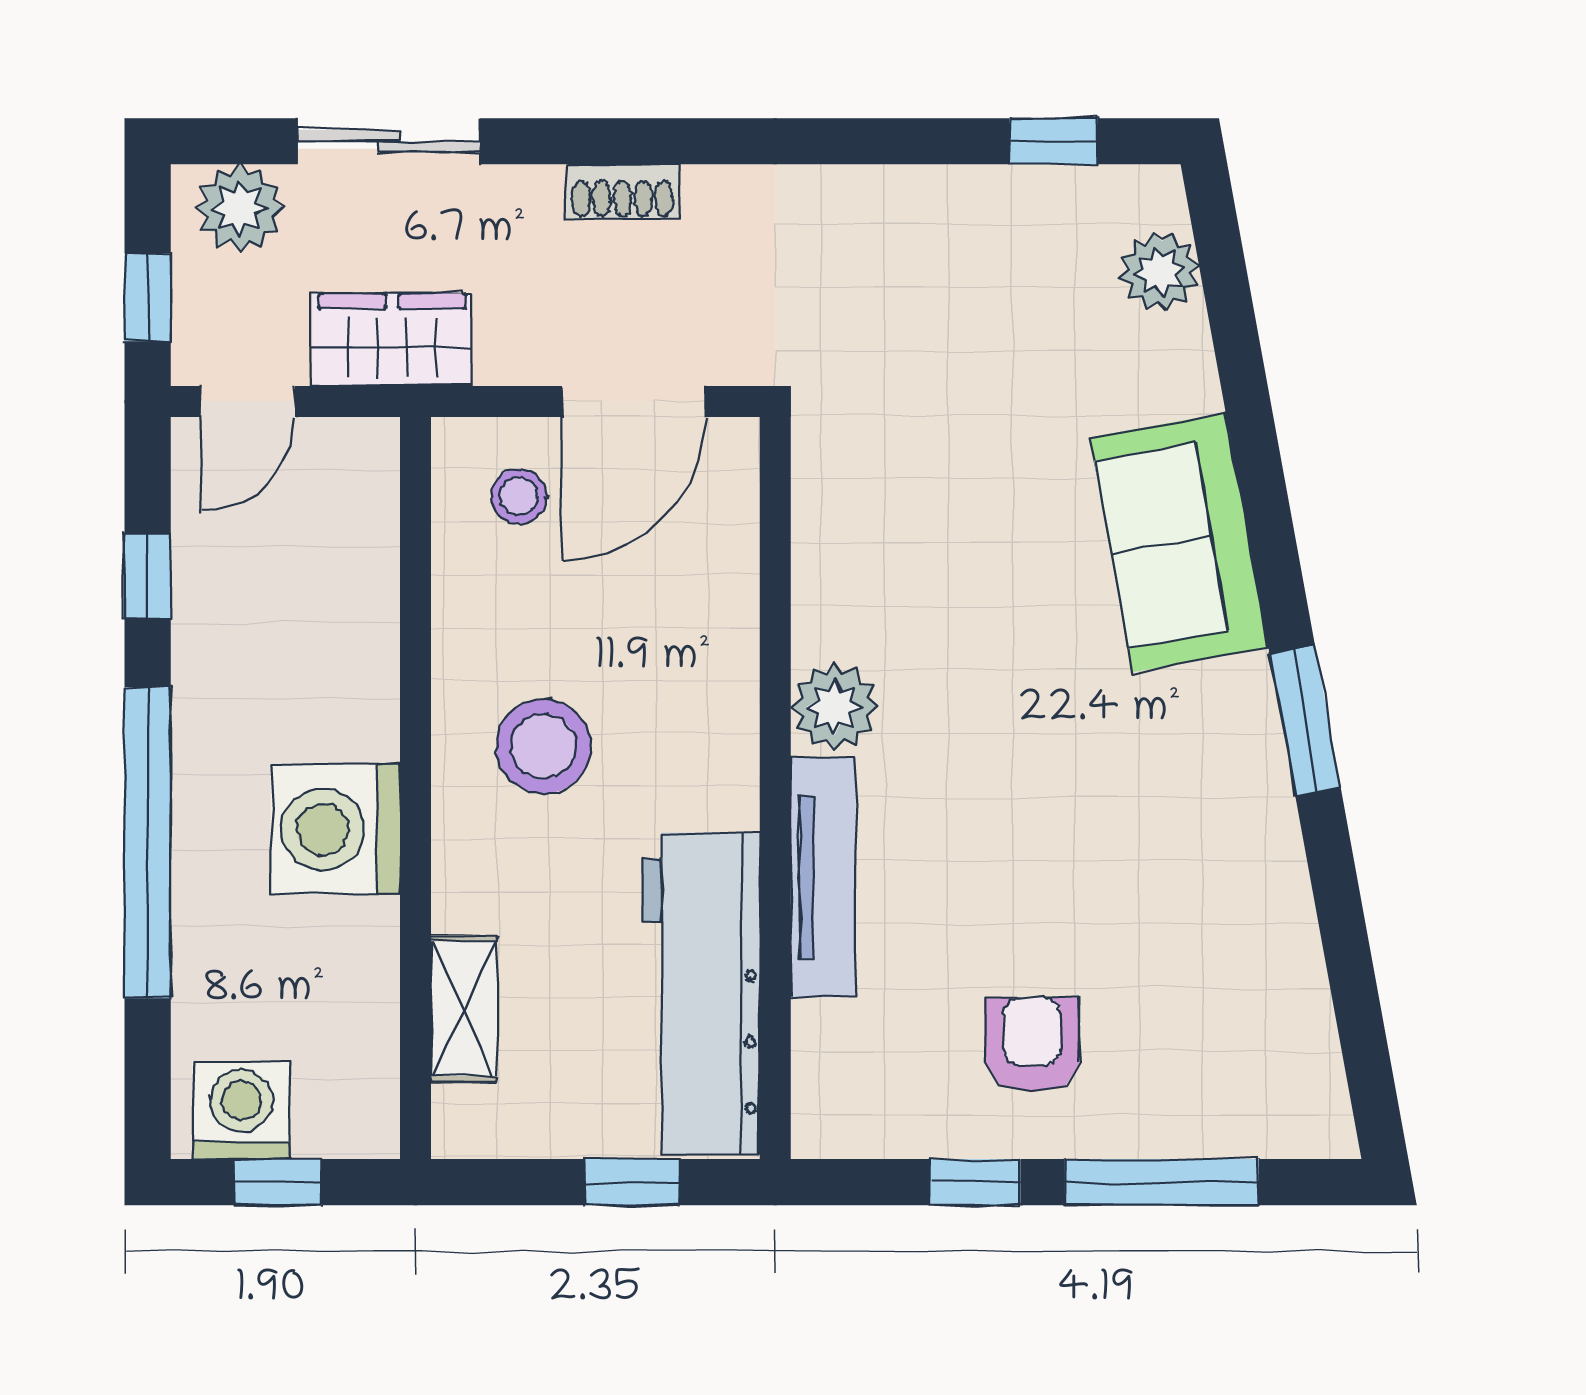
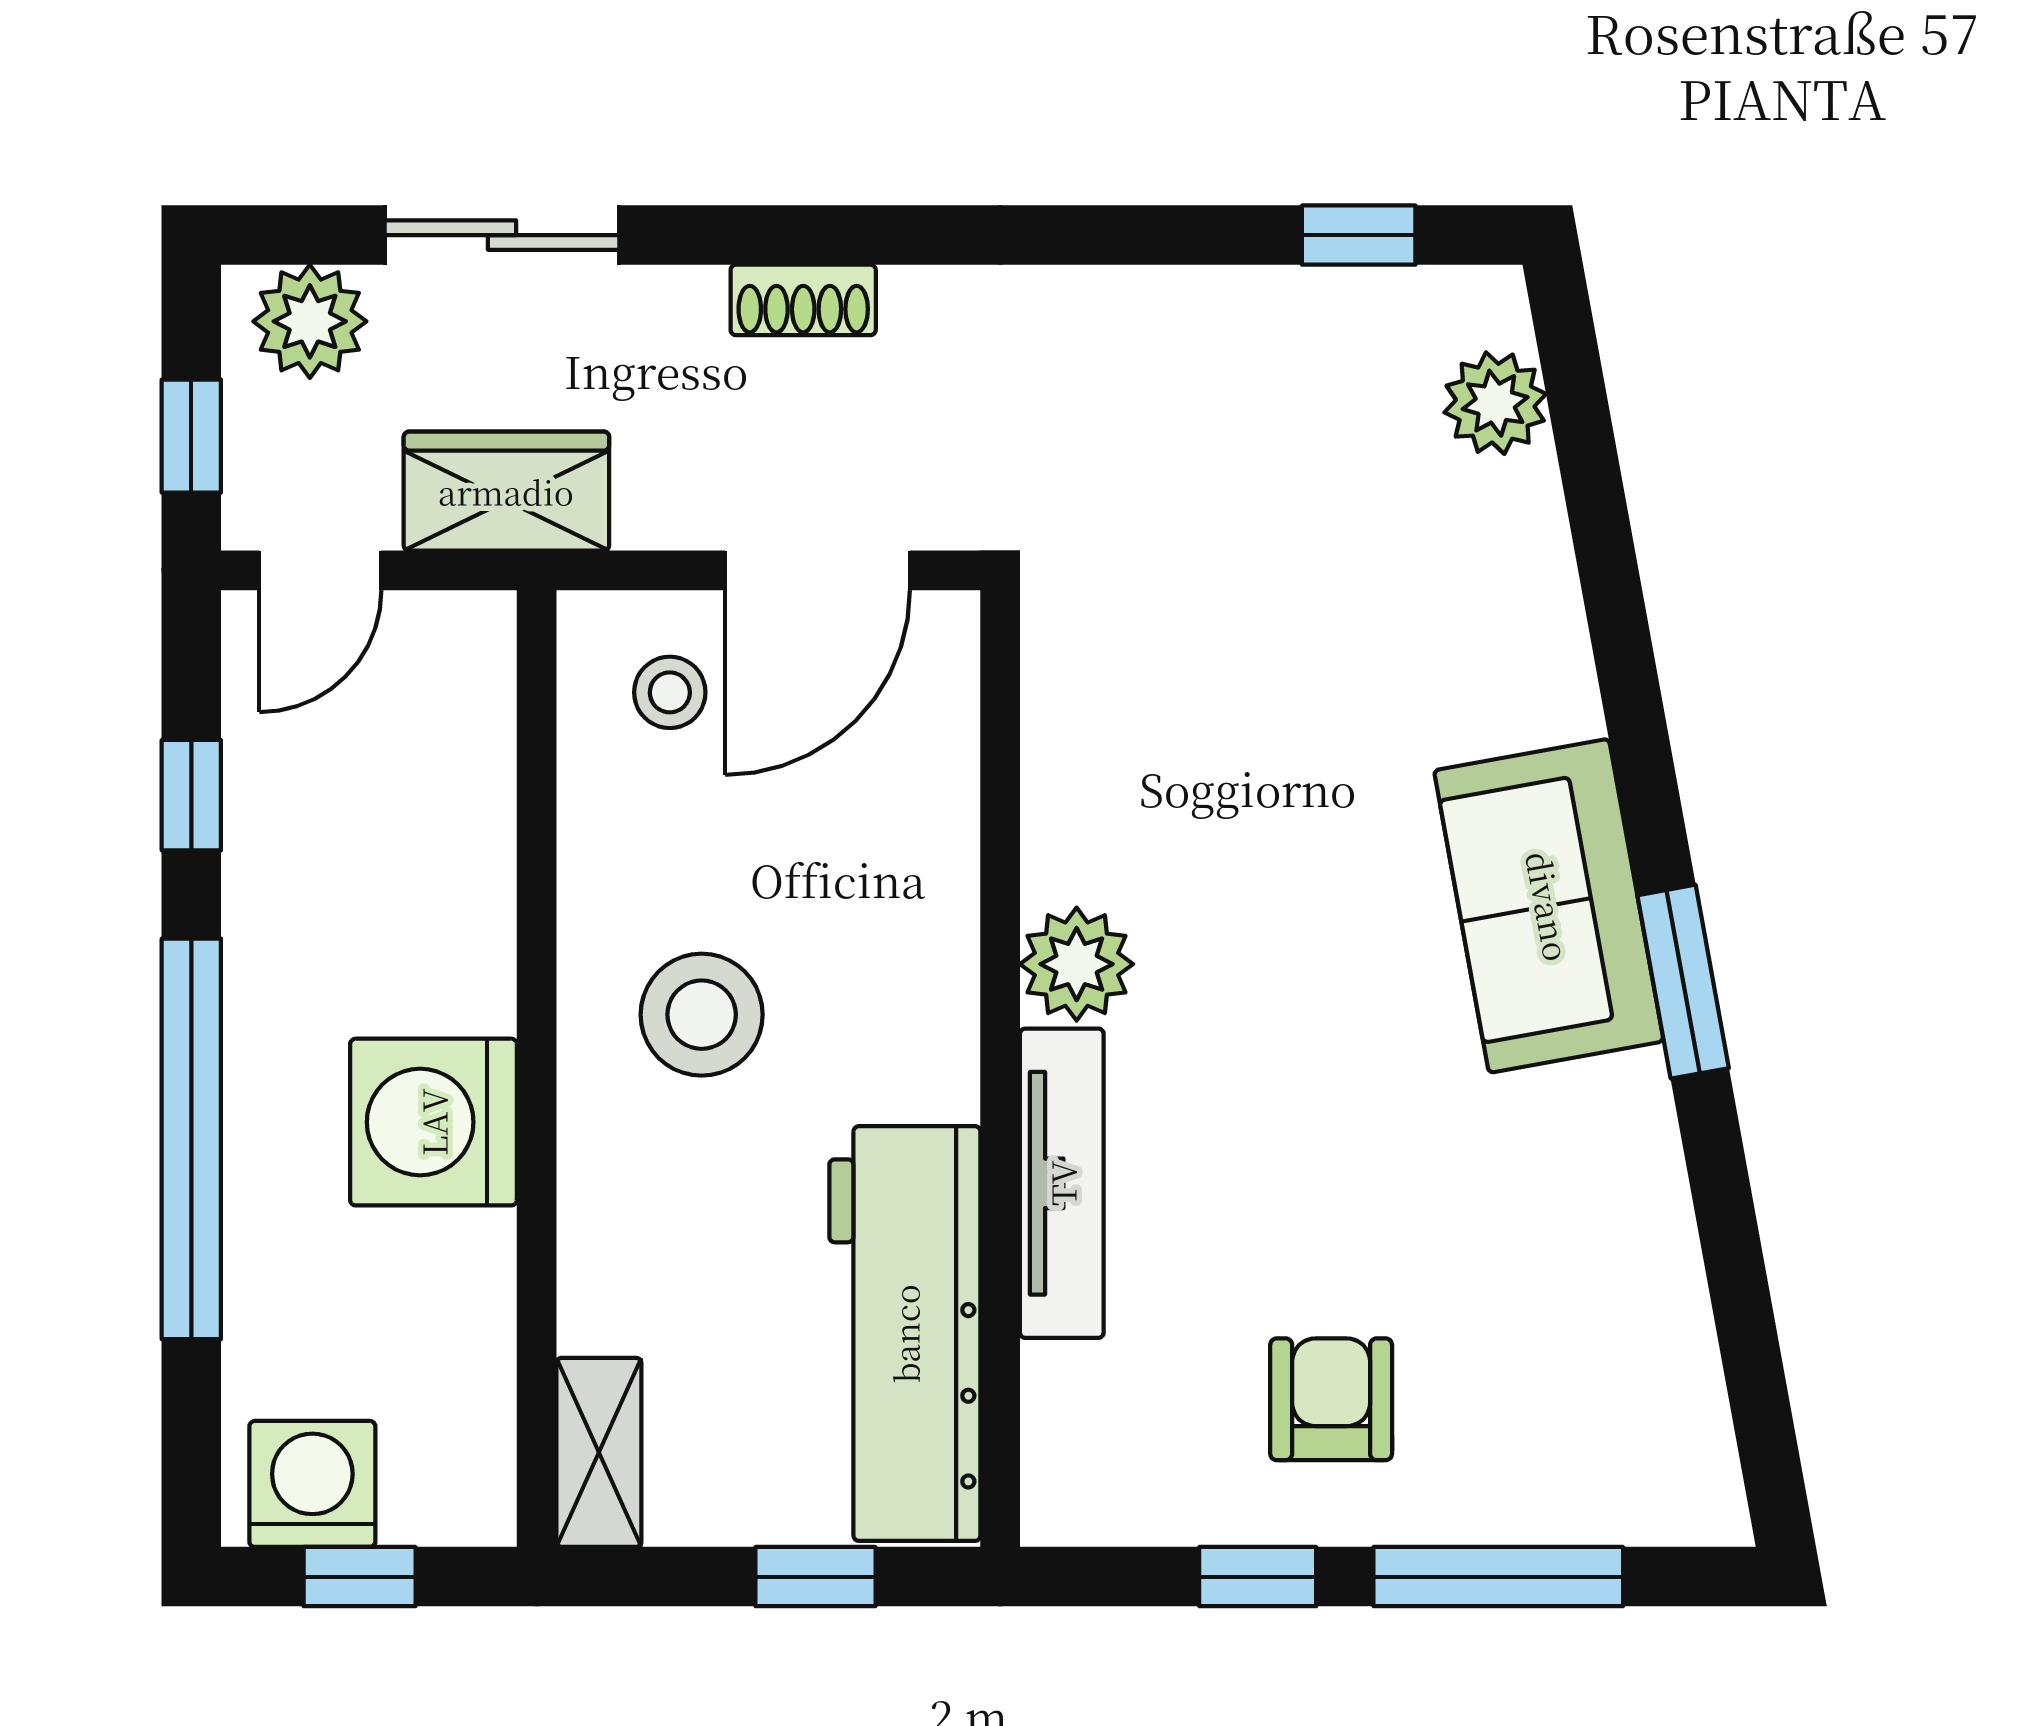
sofa: (1179, 542) -> (1549, 906), moved
shelving: (464, 1009) -> (599, 1452), moved

